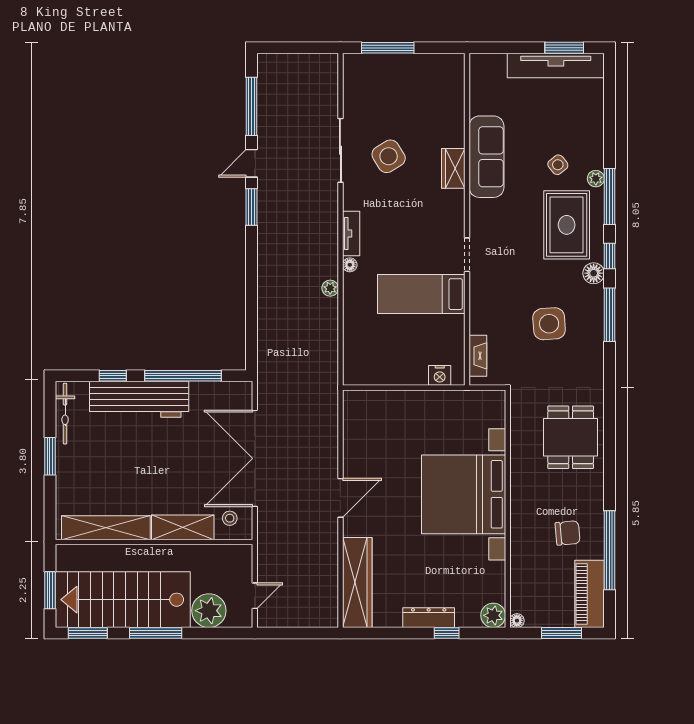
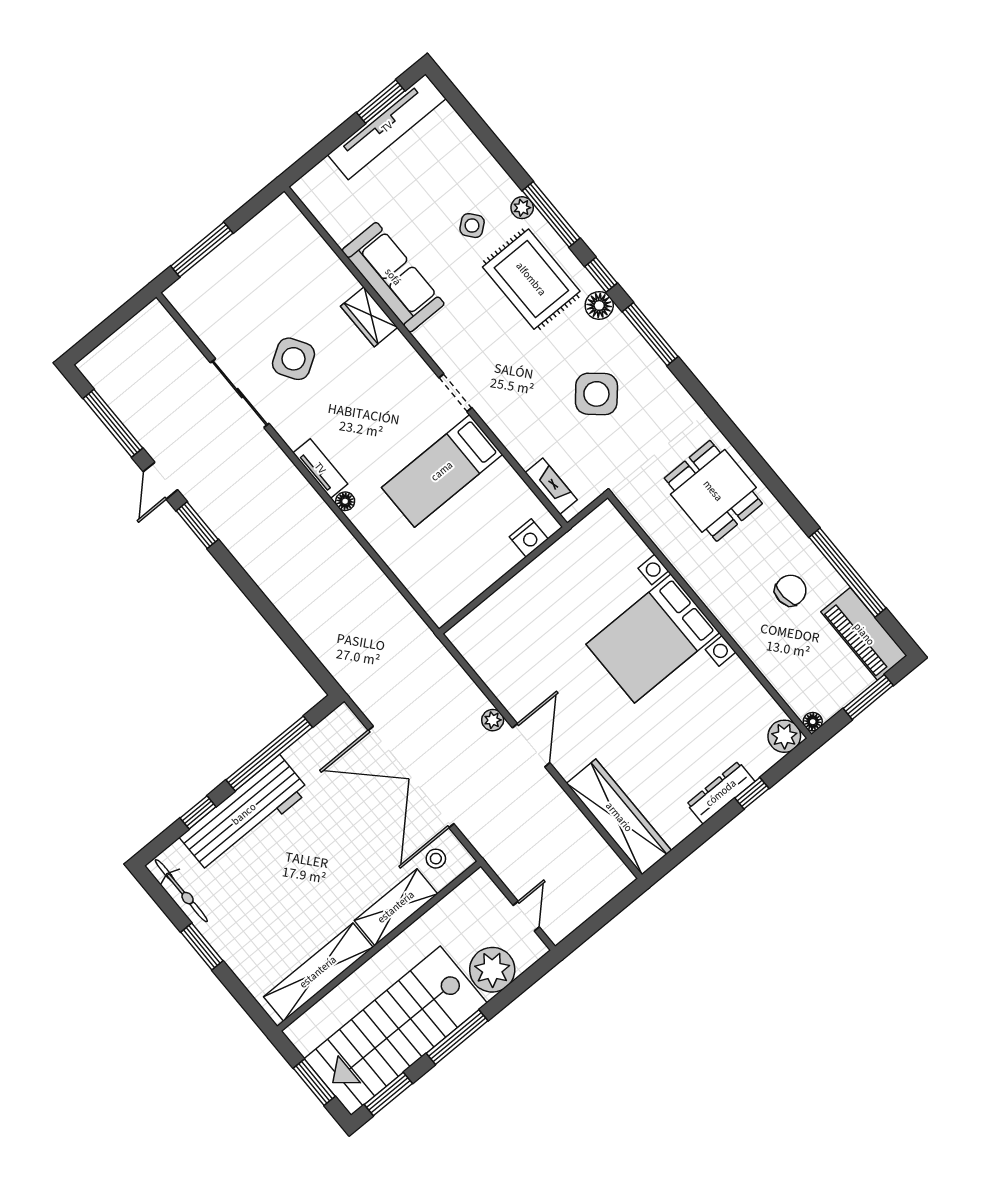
plant: (330, 288) -> (493, 720), moved
side table: (549, 324) -> (596, 394), turned 45
bed with nightstands: (464, 494) -> (653, 638), width x0.73

